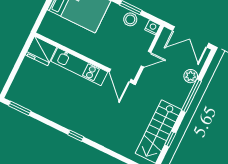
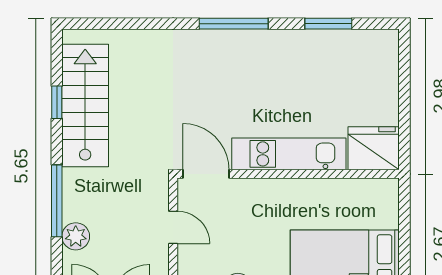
door: (146, 59) -> (173, 227), swing flipped
window: (20, 108) -> (328, 24), moved
window: (76, 136) -> (234, 24), width x2.17

